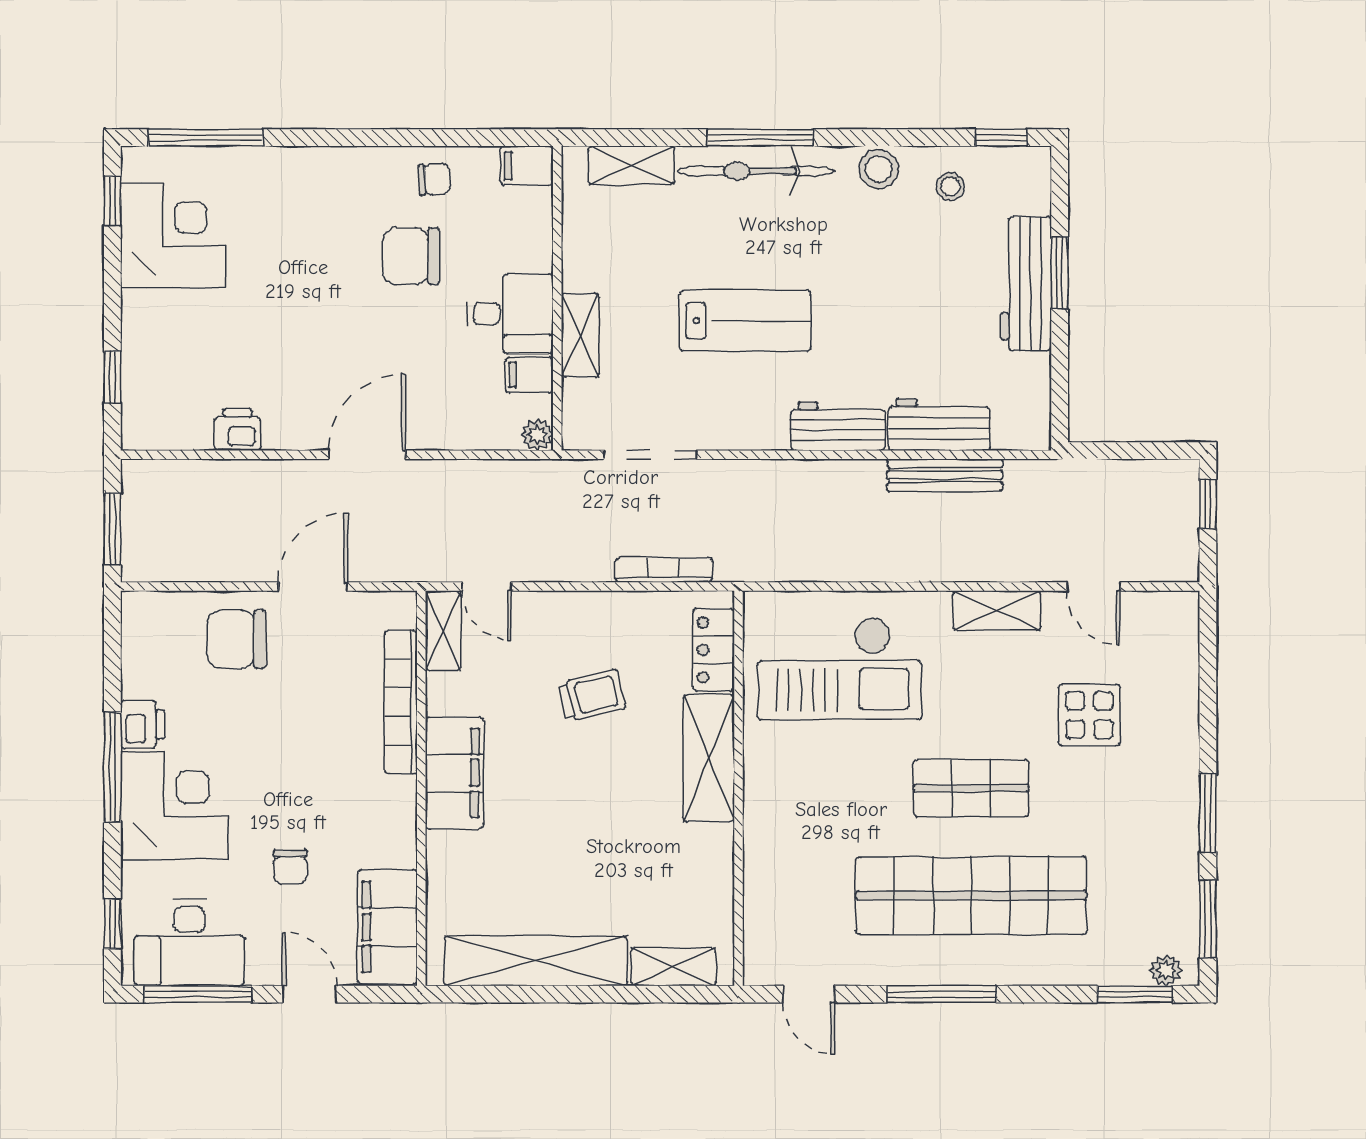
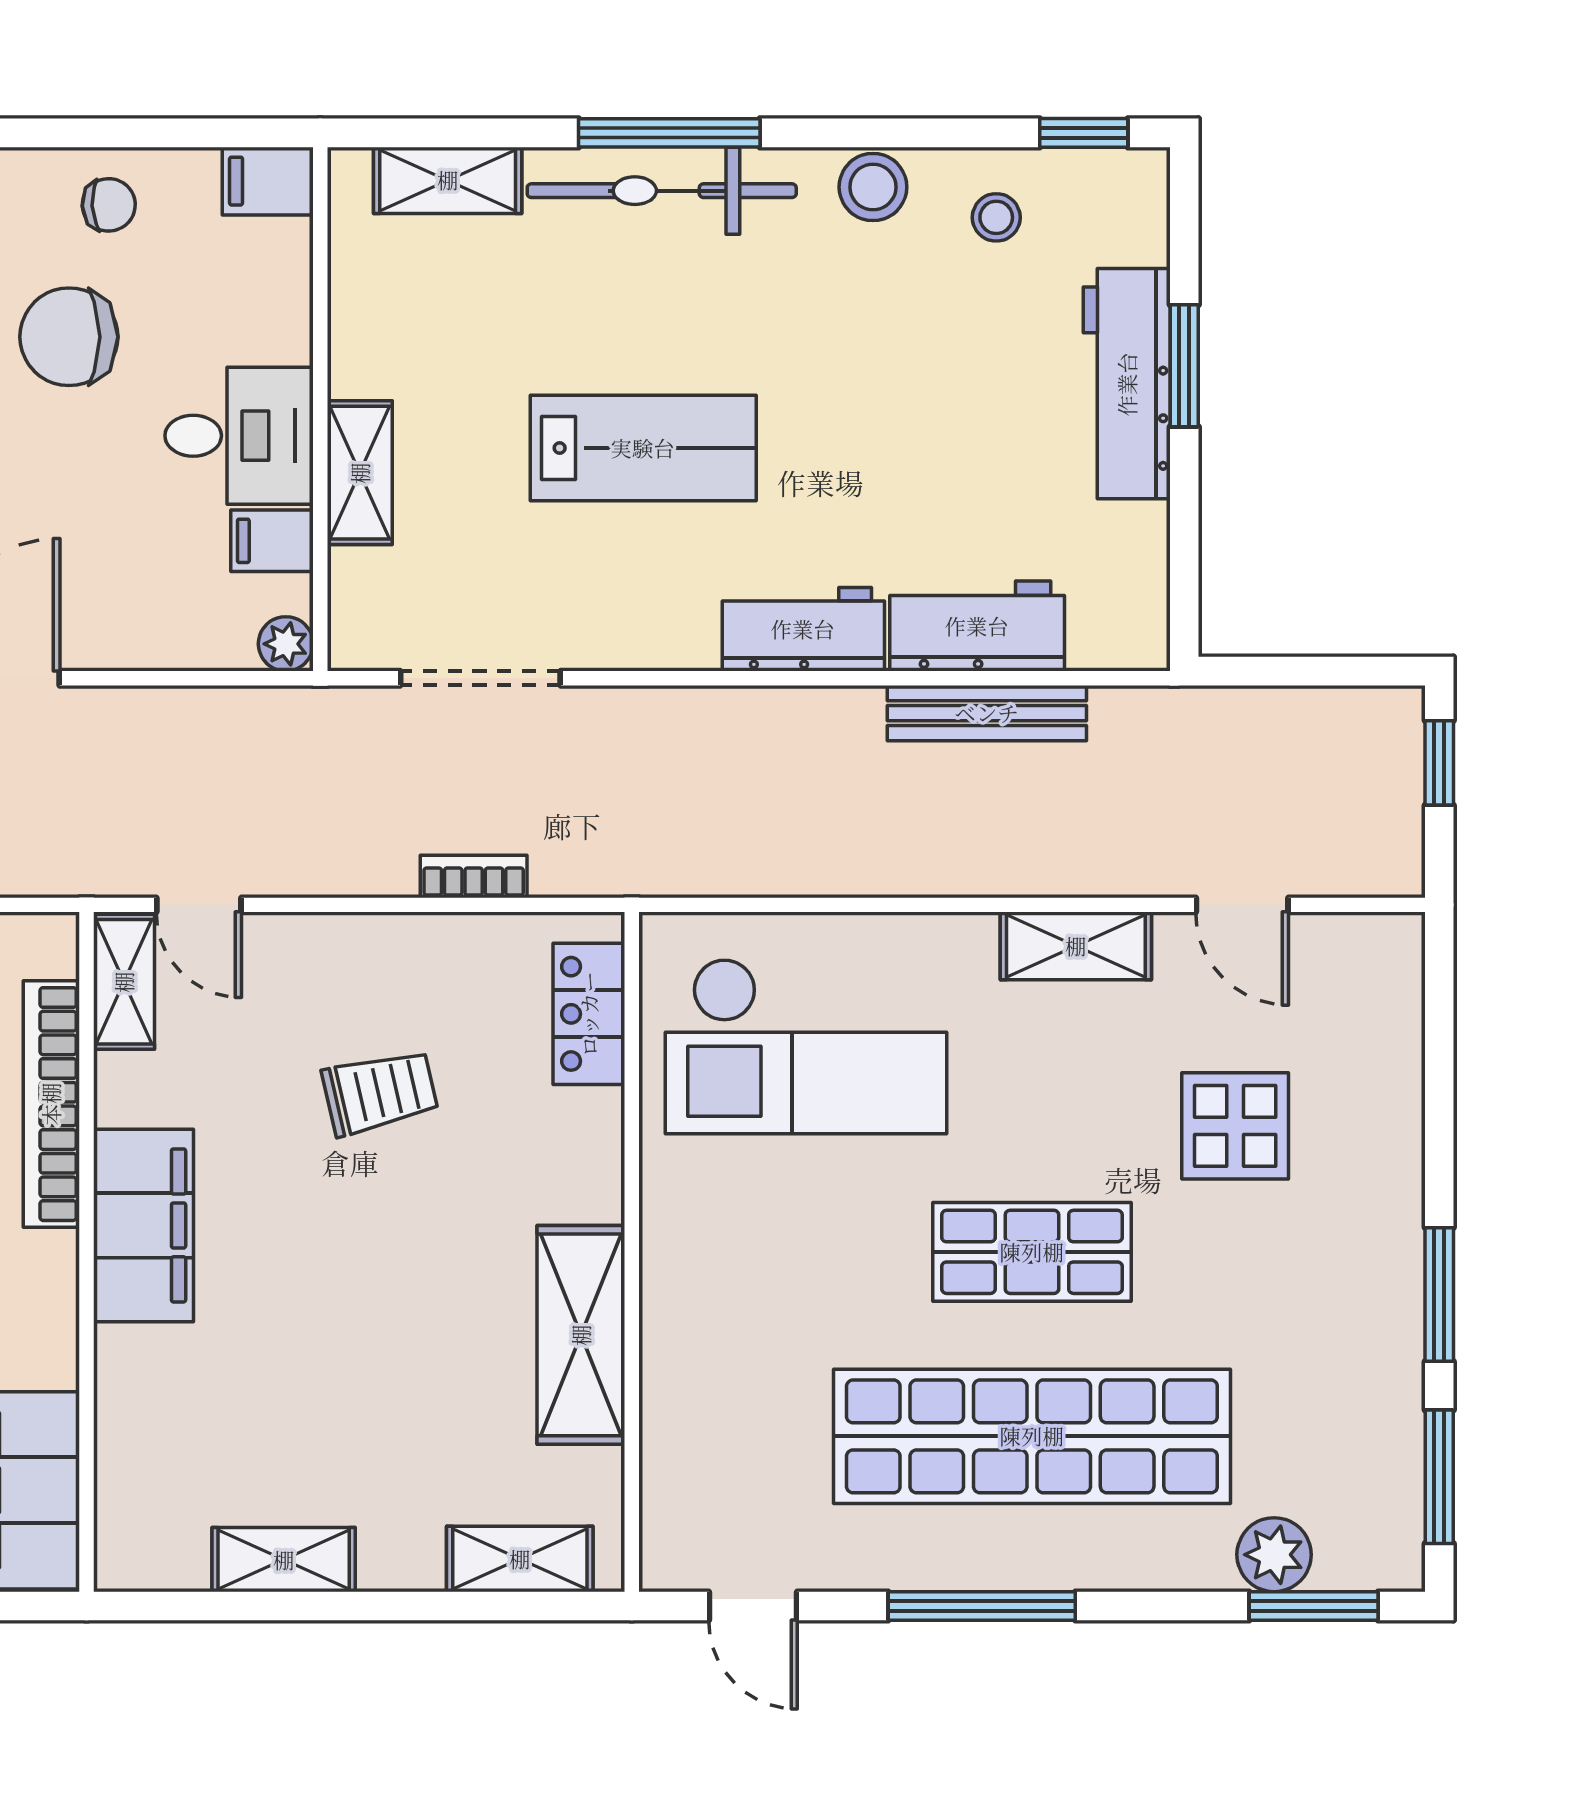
bookcase: (664, 570) -> (474, 876), width x0.64
shelving: (709, 758) -> (581, 1335), moved
shelving: (536, 961) -> (284, 1560), width x0.45, depth x0.75
plant: (1166, 970) -> (1274, 1555), moved, width x1.38, depth x1.38

